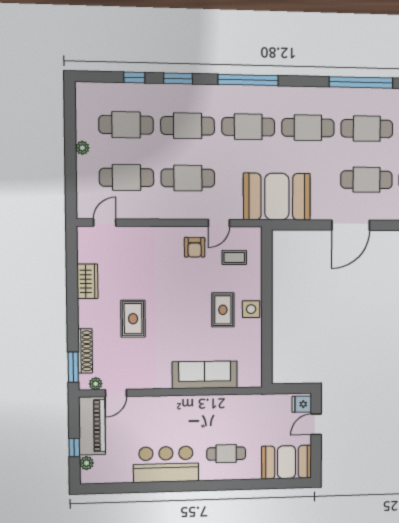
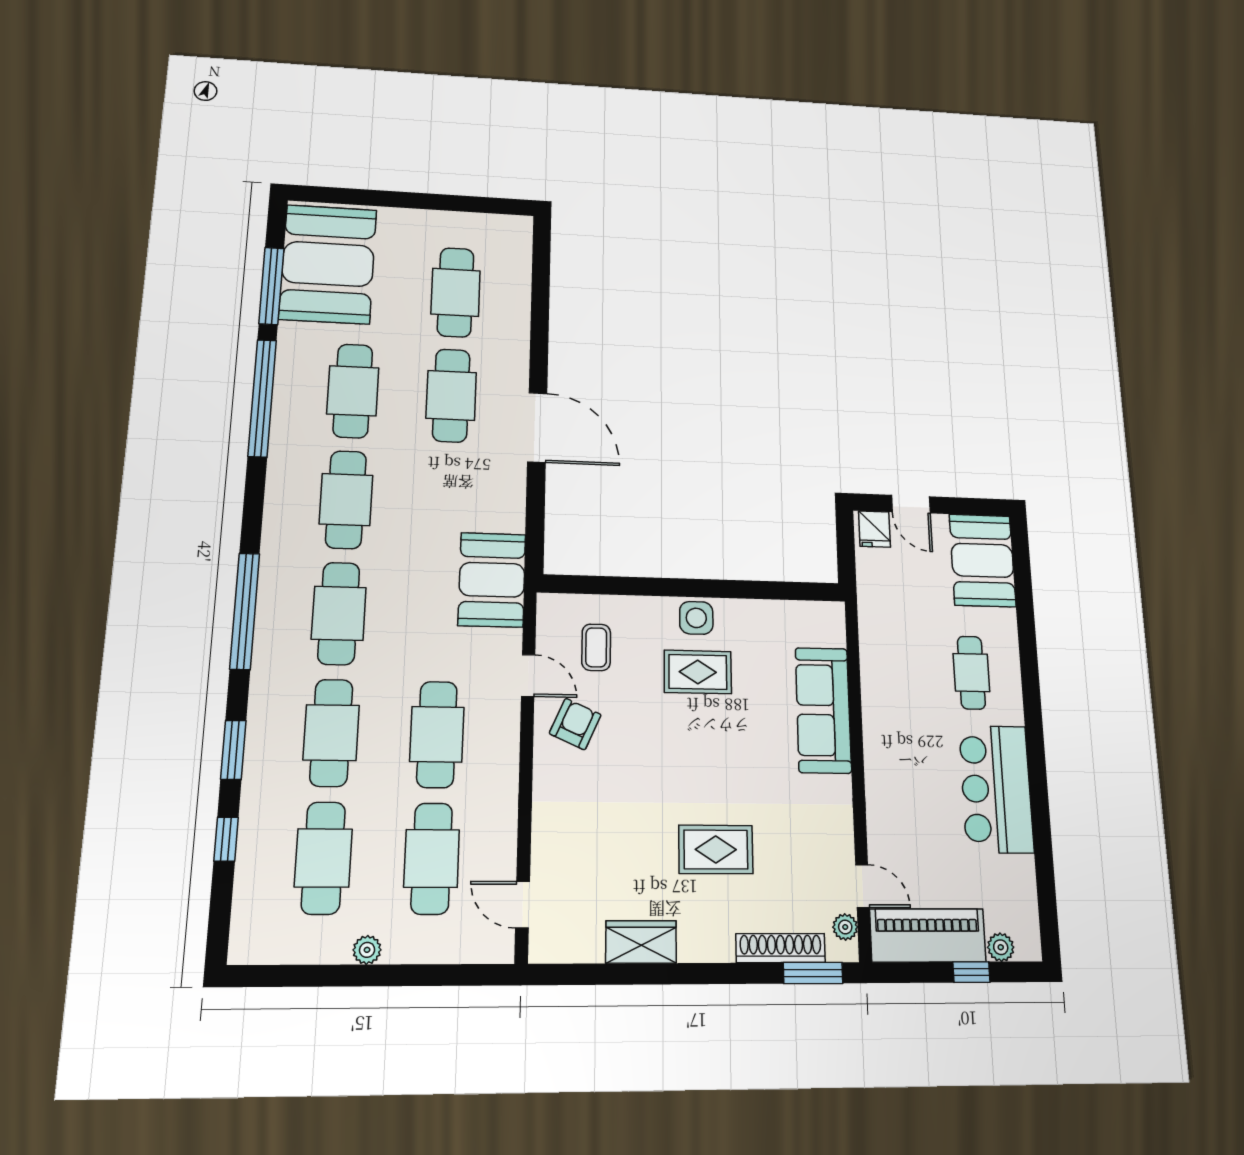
booth: (277, 197) -> (492, 580), width x0.73, depth x0.70
armchair: (195, 247) -> (575, 724), turned -66

